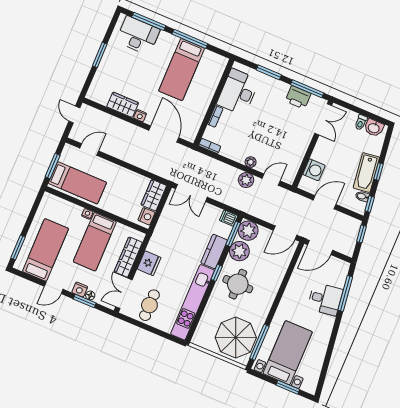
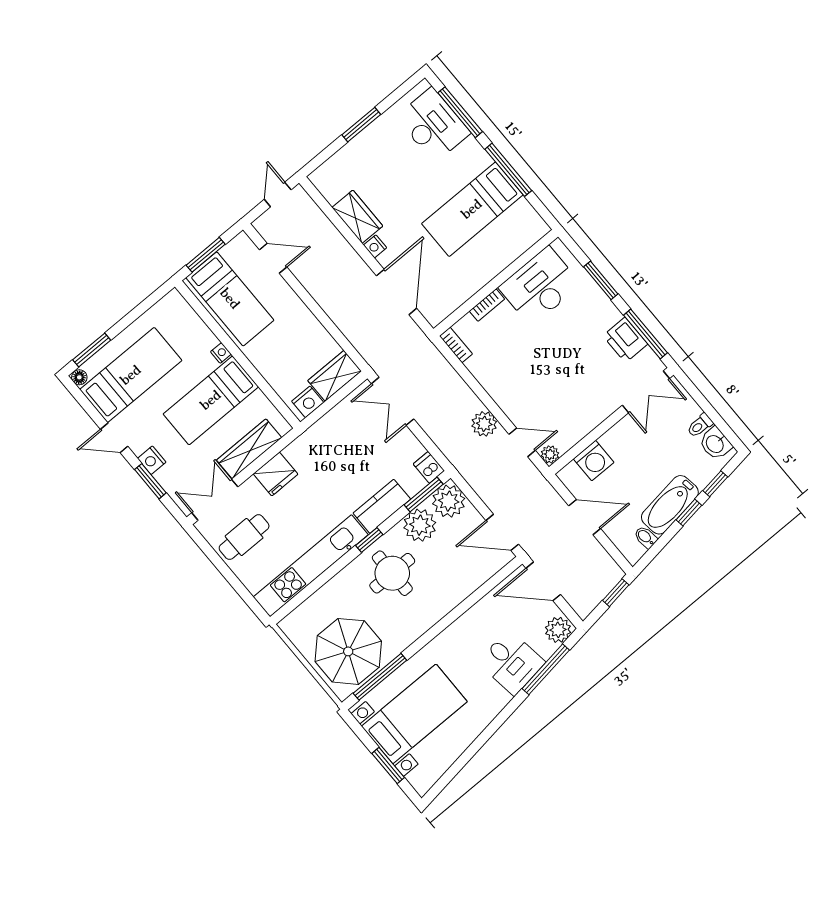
plant: (251, 162) -> (550, 454), moved
window: (370, 204) -> (715, 484), moved
plant: (341, 269) -> (558, 630), added
floor lamp: (90, 295) -> (79, 377), moved

